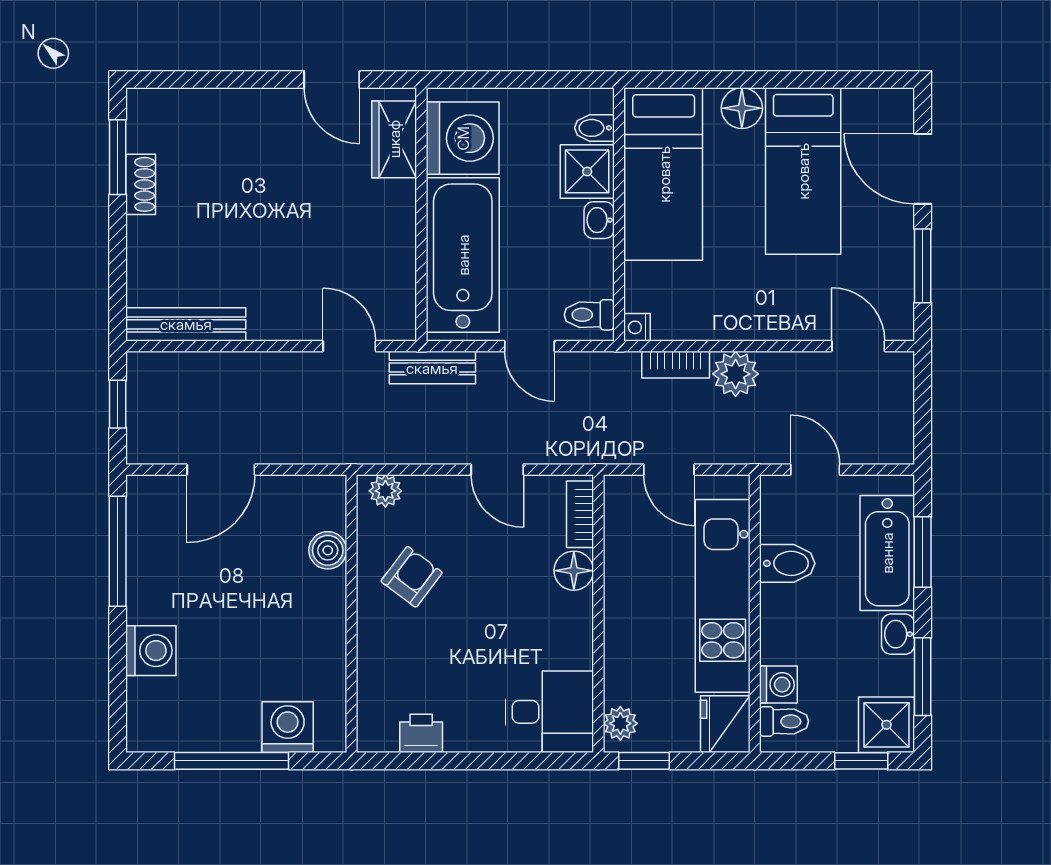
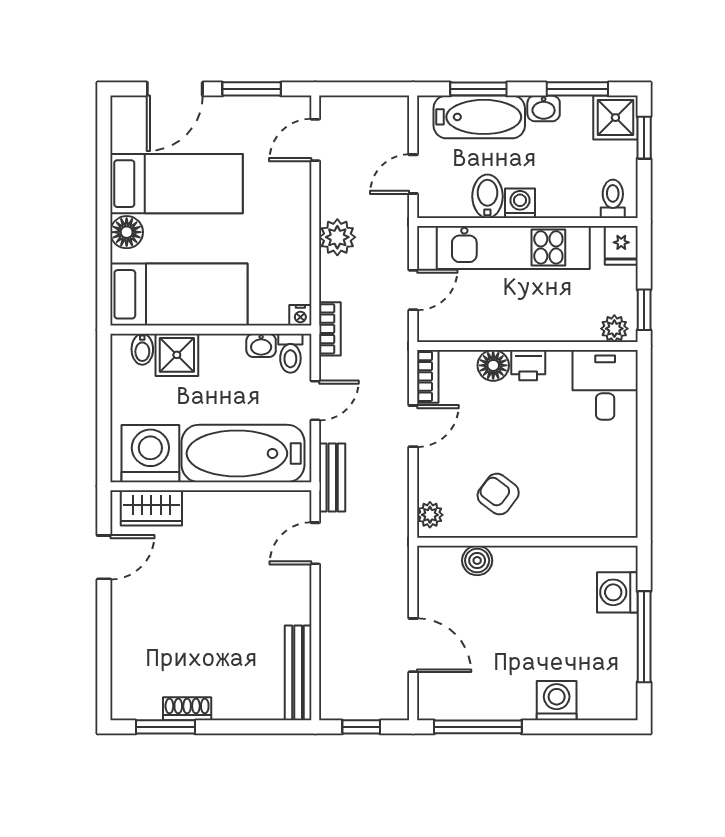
washbasin: (599, 220) -> (261, 345), moved
bookcase: (676, 365) -> (330, 329), moved
bookcase: (580, 514) -> (428, 376), moved, turned -90
washing machine: (778, 685) -> (520, 203), moved
fridge: (725, 724) -> (621, 245), width x0.72
printer: (421, 733) -> (528, 365), moved, turned -90

